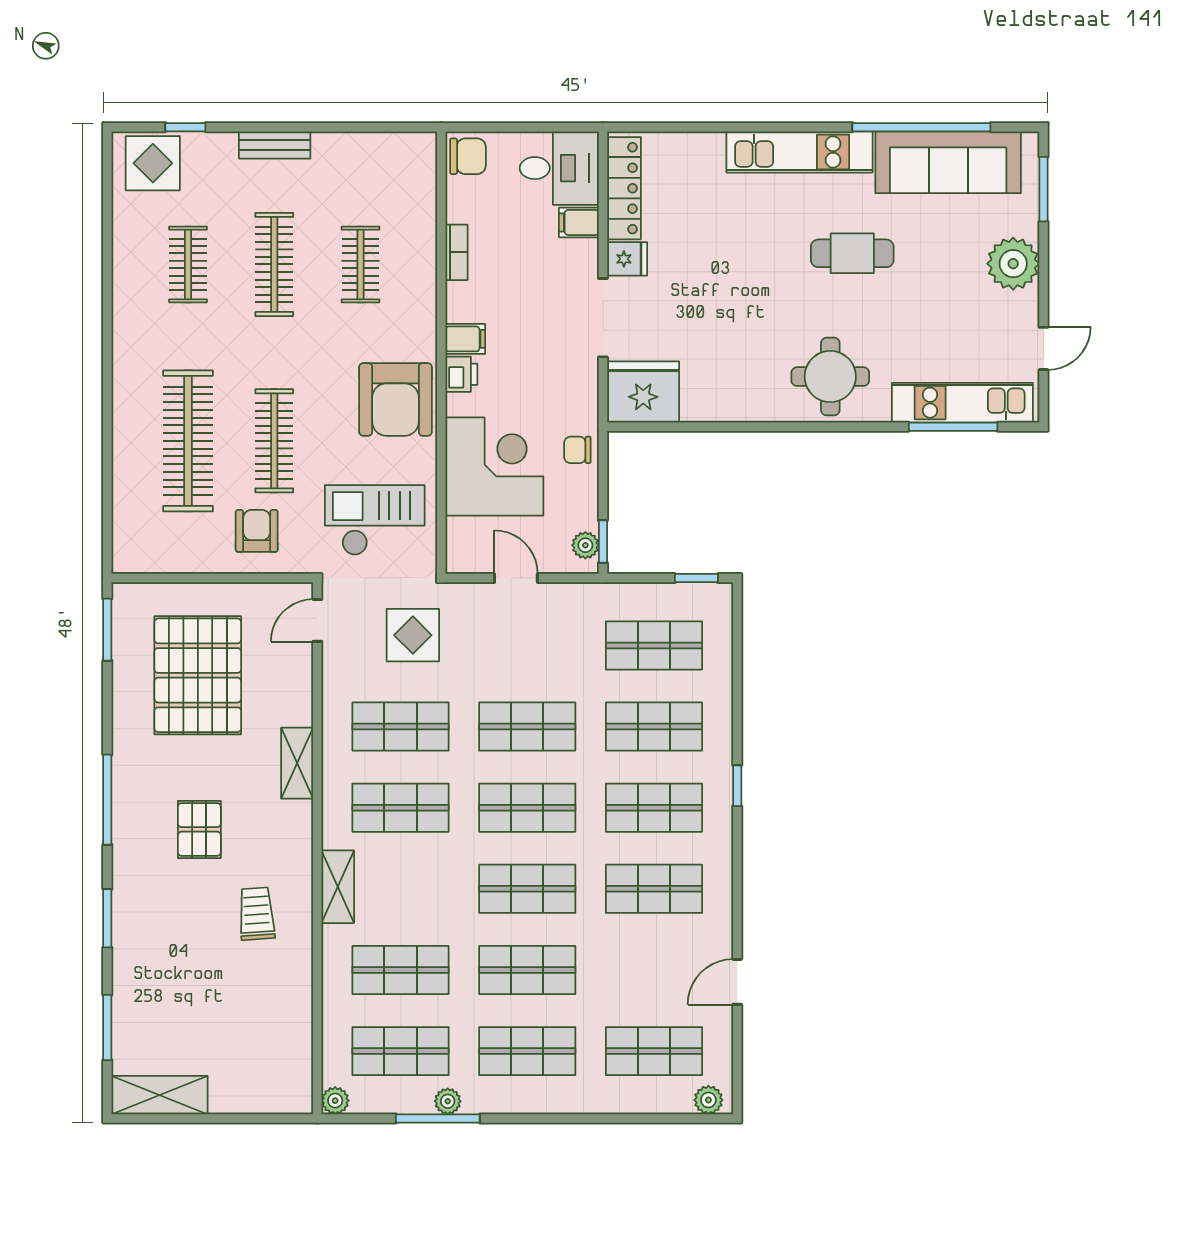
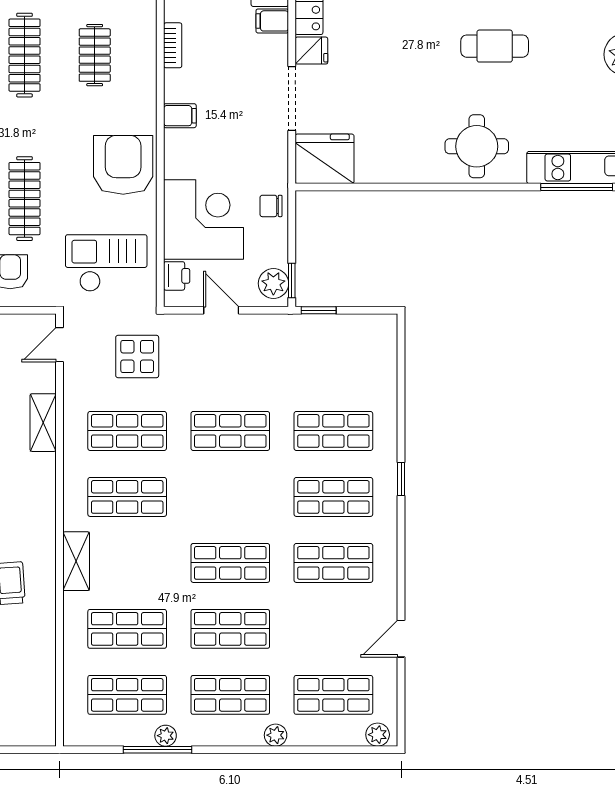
printer: (461, 374) -> (177, 276), moved
armchair: (395, 399) -> (123, 165), turned 180
plant: (585, 545) -> (273, 283), width x1.38, depth x1.38
window: (696, 578) -> (319, 310), moved
shop shelf: (654, 645) -> (333, 365), removed
shelving: (297, 763) -> (43, 423), moved
shop shelf: (527, 808) -> (230, 497), removed
plant: (335, 1101) -> (276, 735), moved

